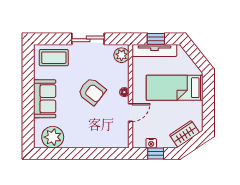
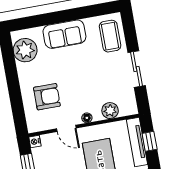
plant: (121, 55) -> (110, 111), moved
armchair: (92, 91) -> (47, 97), moved, turned -128
nightstand: (151, 143) -> (35, 142), moved

